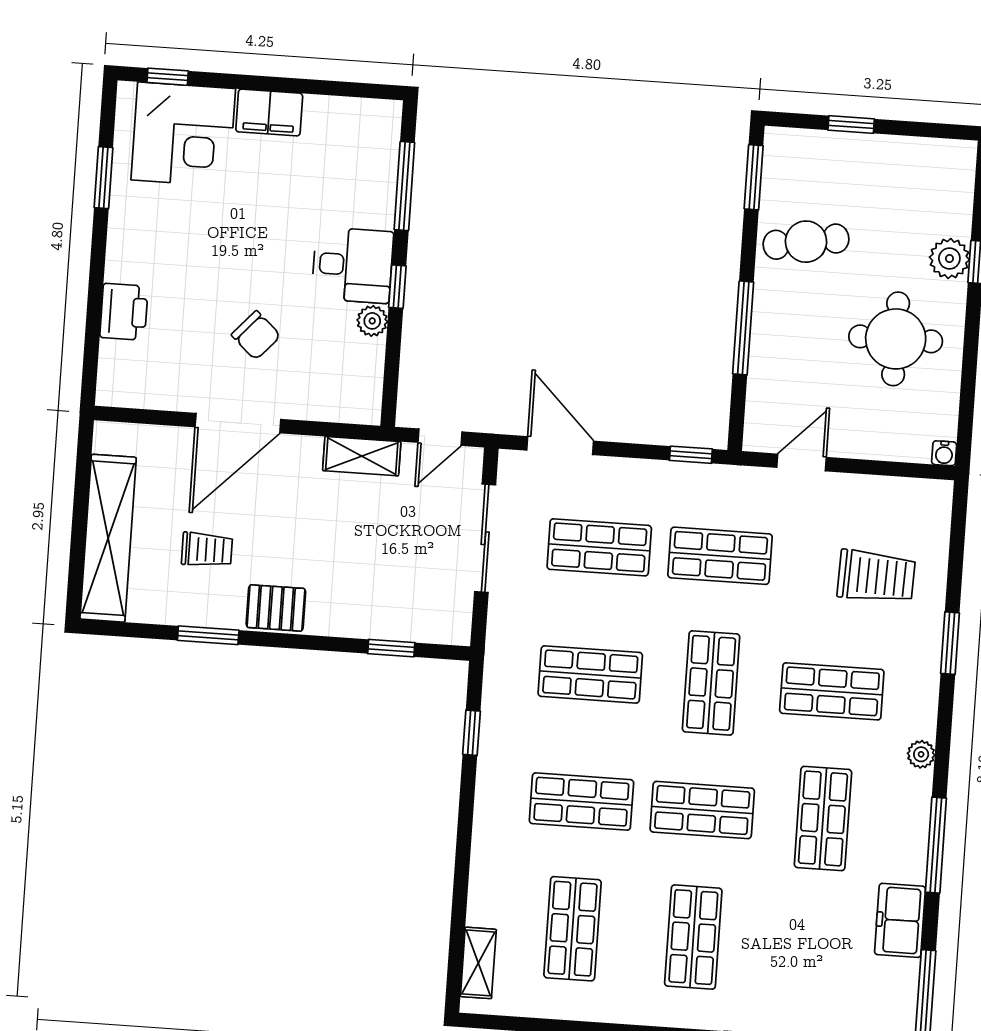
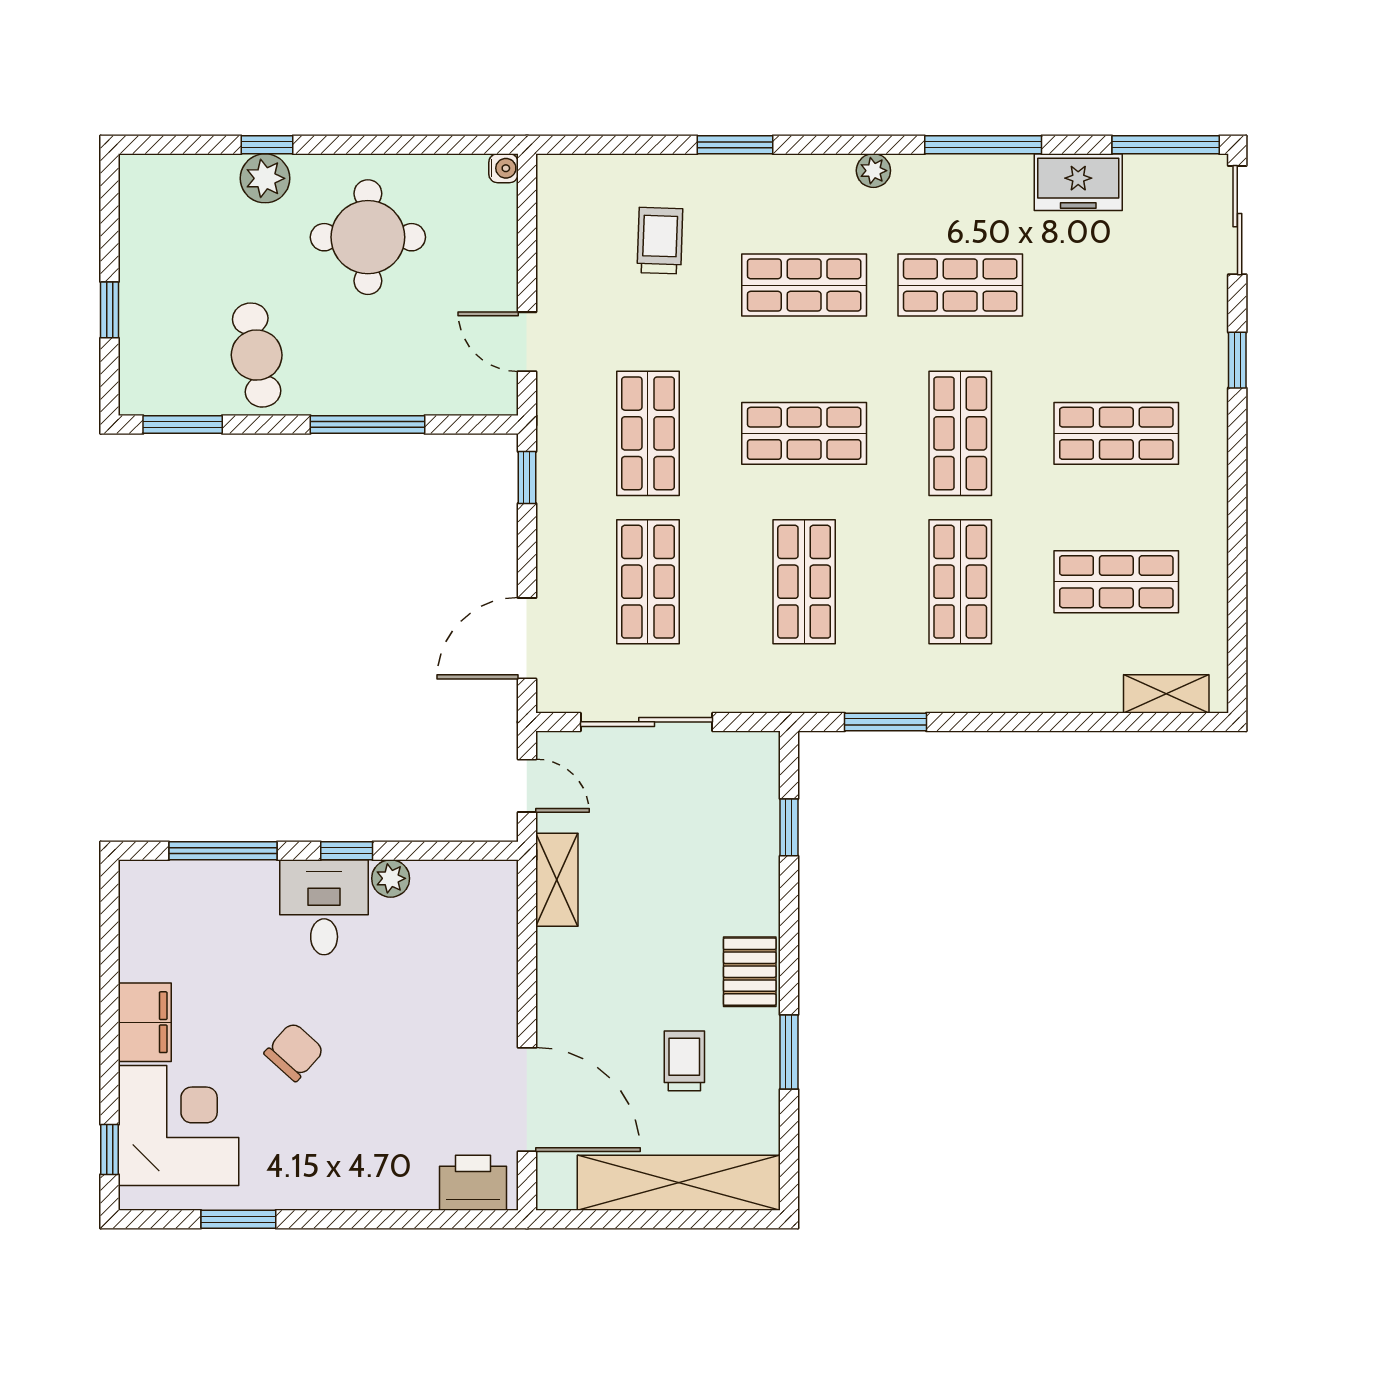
printer: (124, 312) -> (473, 1183), moved
chair: (256, 335) -> (294, 1052), moved
door: (238, 423) -> (527, 1100), moved
trolley: (876, 576) -> (660, 241), width x0.73, depth x0.72
shop shelf: (832, 691) -> (804, 285), turned 90
window: (471, 733) -> (885, 722), width x1.50

